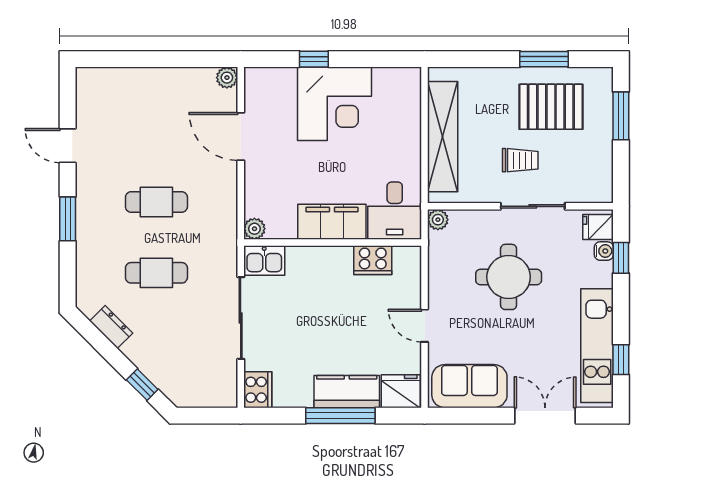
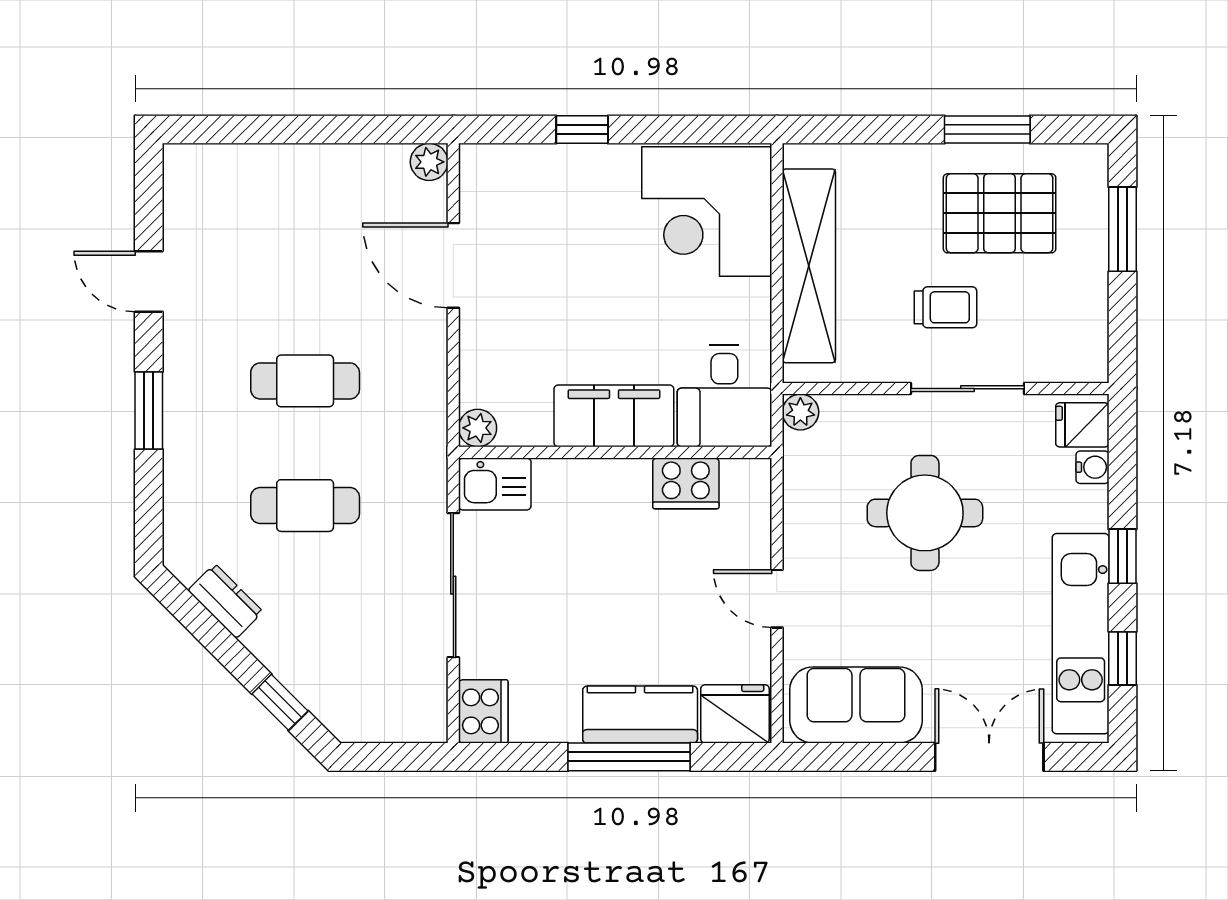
corner desk: (335, 104) -> (707, 212), moved, turned 90
window: (621, 258) -> (1123, 556), moved

